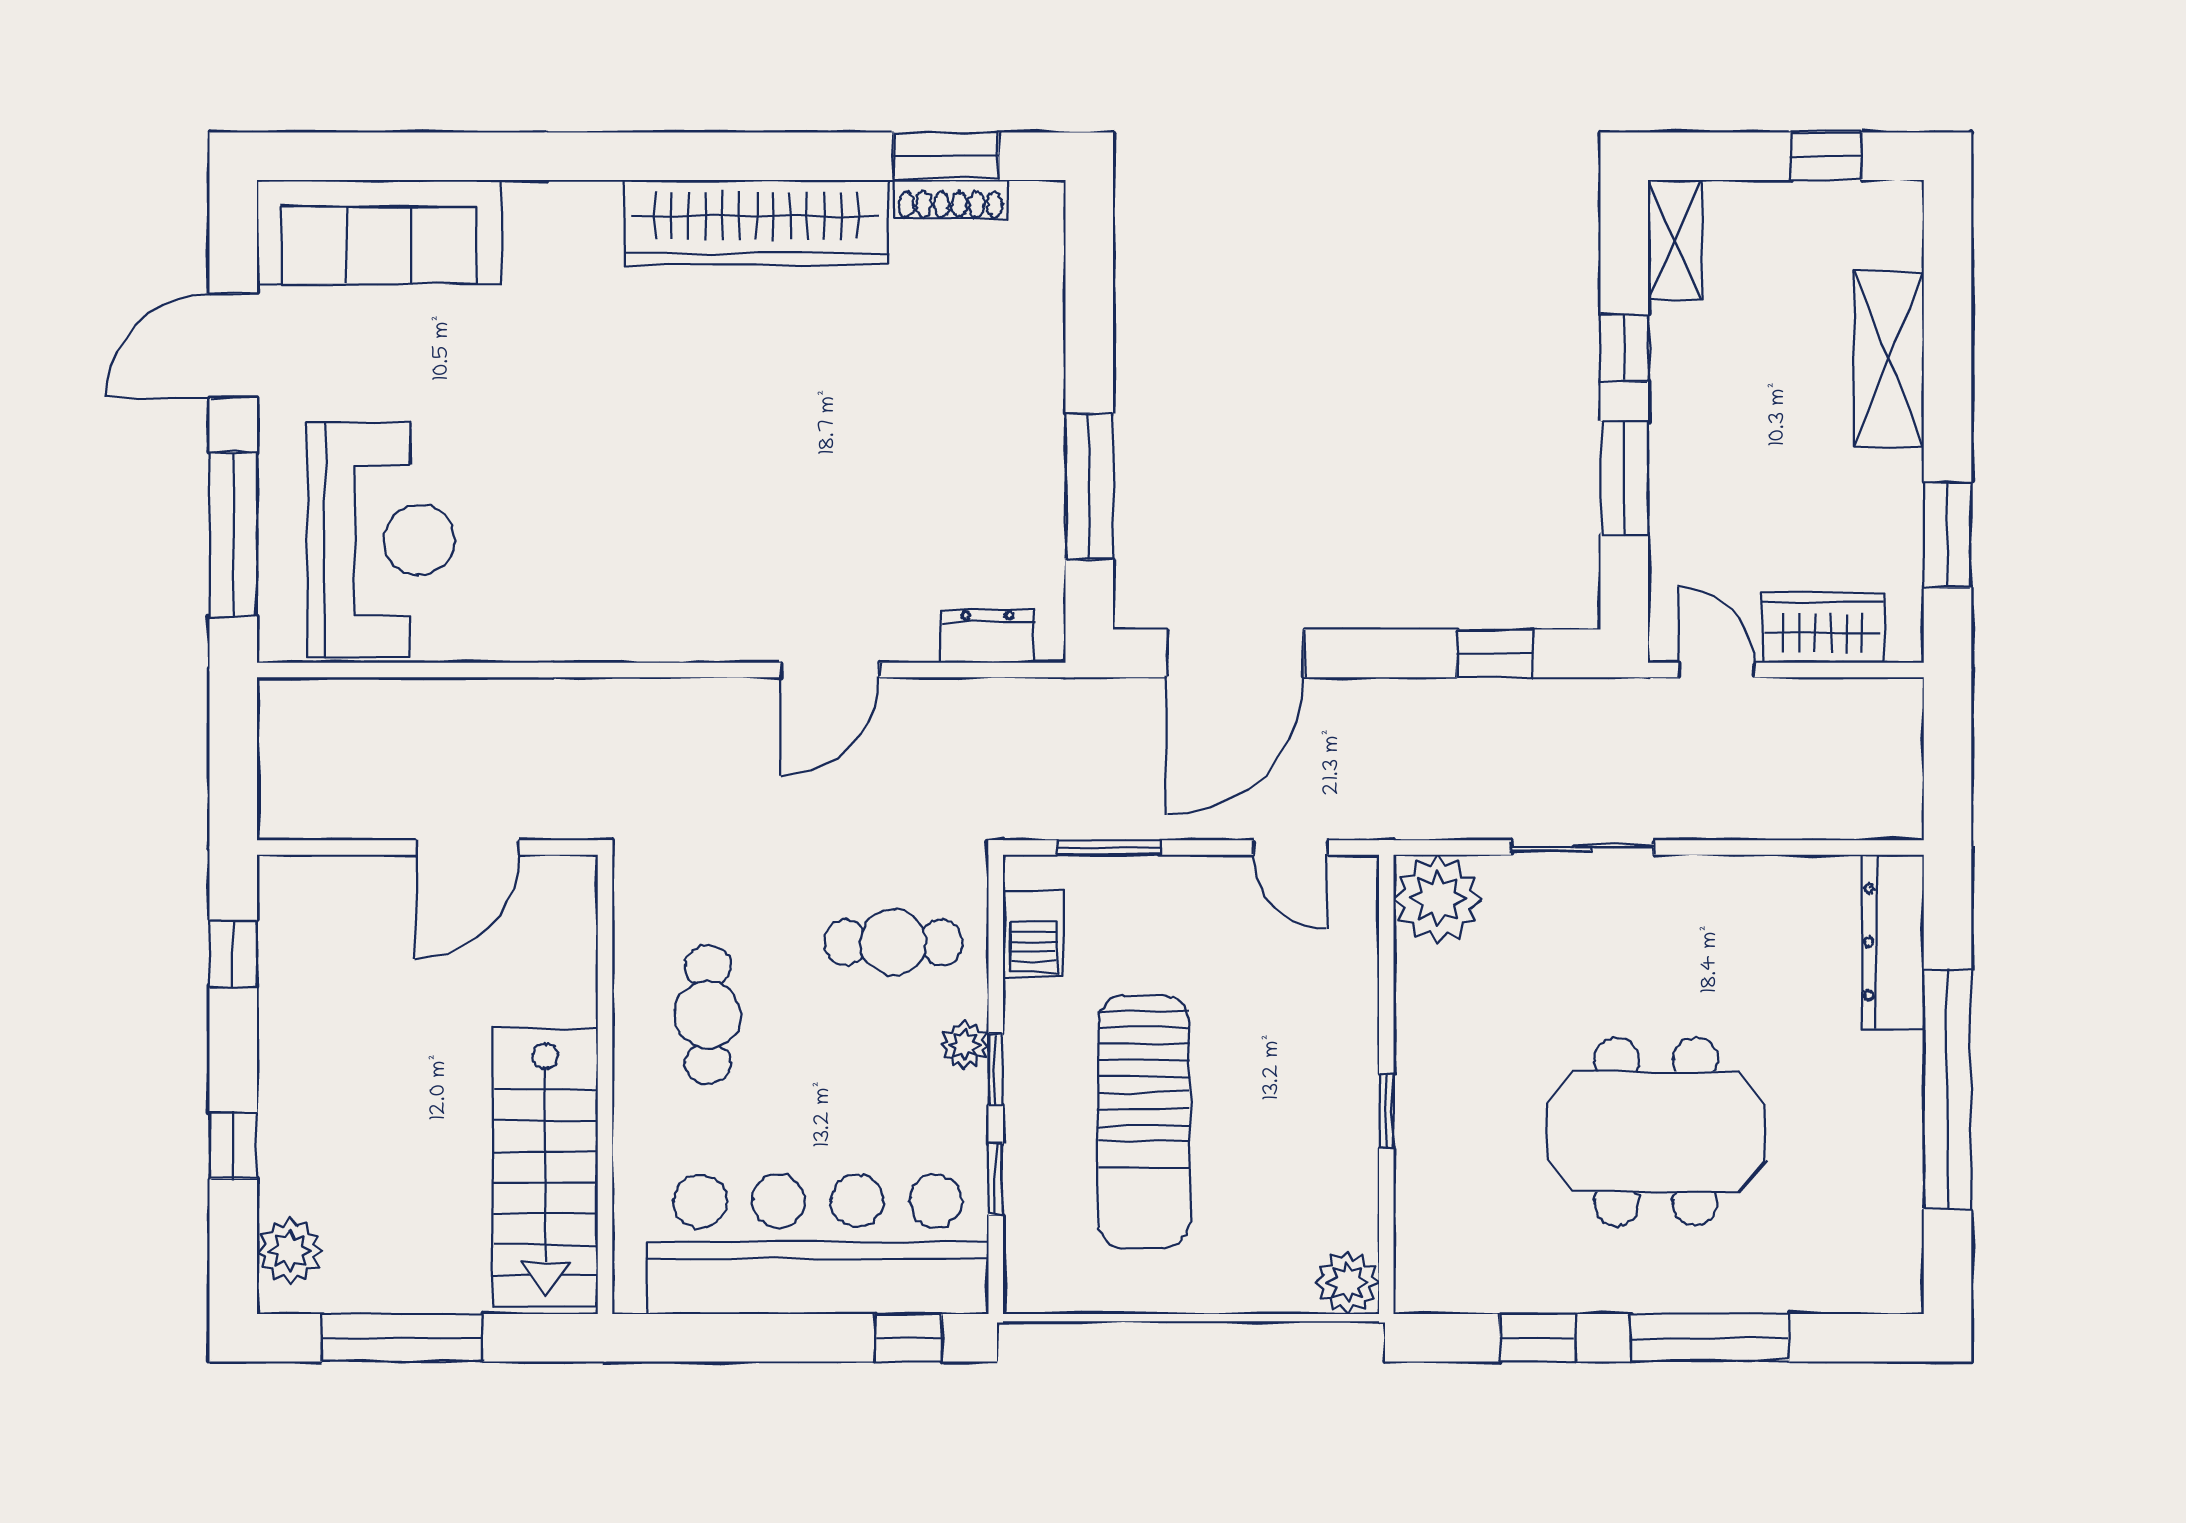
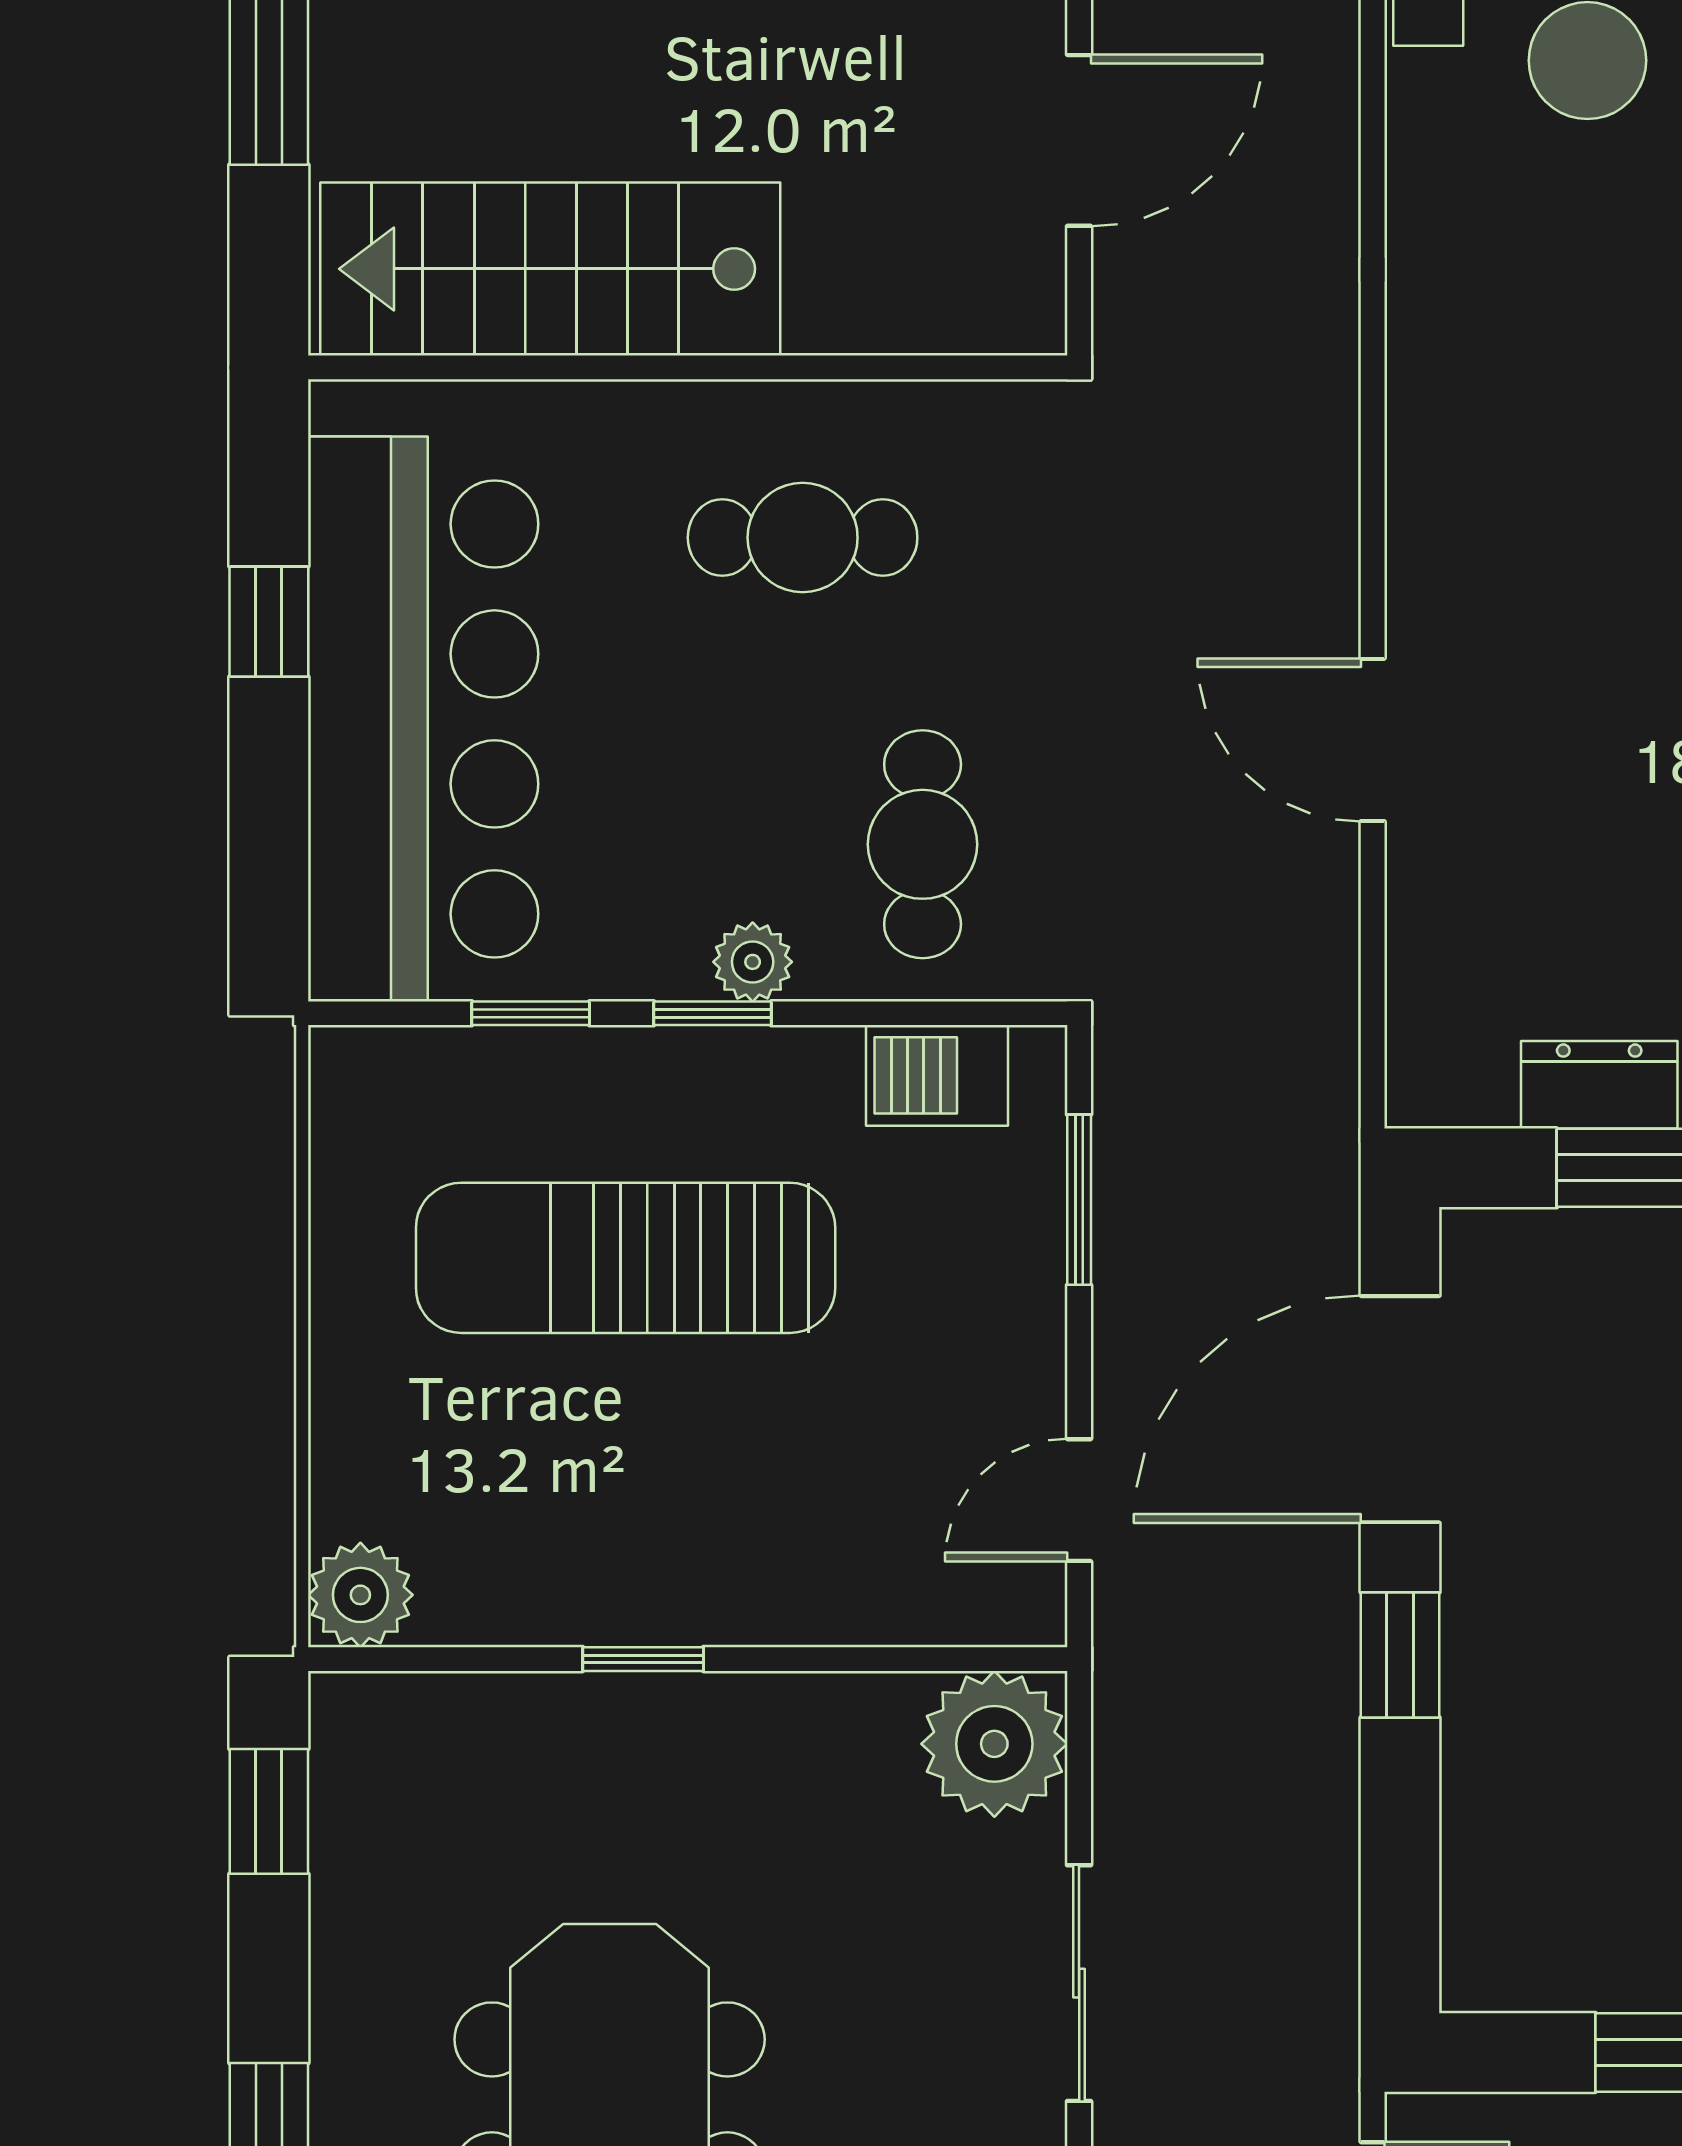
dresser: (987, 636) -> (1599, 1085), moved, turned -90
door: (1235, 653) -> (1400, 1409), hinge flipped
window: (1495, 653) -> (1400, 1655), moved
door: (468, 848) -> (1079, 140), swing flipped
window: (909, 1338) -> (269, 622), moved
window: (1538, 1338) -> (269, 1811), moved

